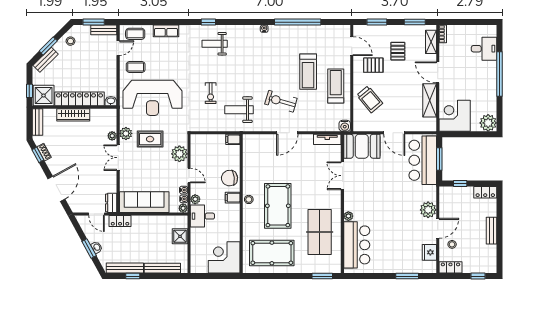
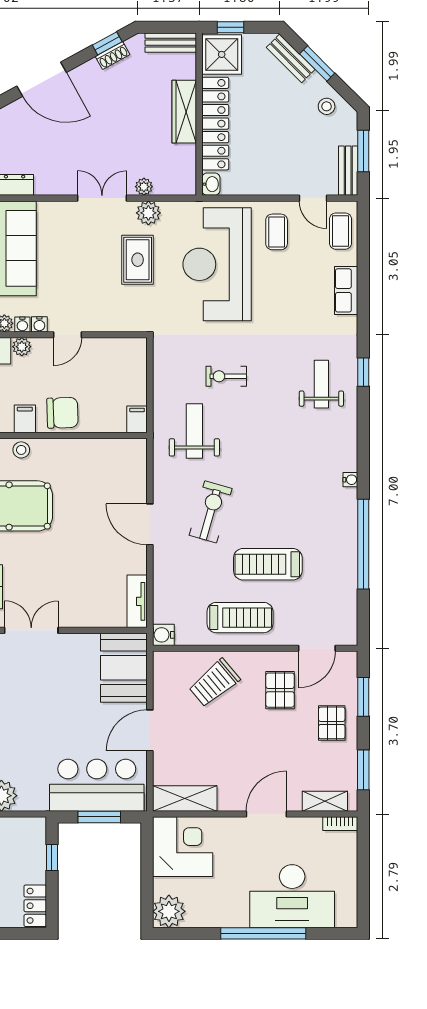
desk: (484, 49) -> (292, 896), width x1.87, depth x1.30
pallet: (398, 51) -> (332, 723), moved, turned 90
shelving: (430, 100) -> (185, 798), moved
plant: (179, 154) -> (109, 316), removed
double door: (342, 176) -> (31, 630), moved
chair: (229, 178) -> (62, 413), turned 95

